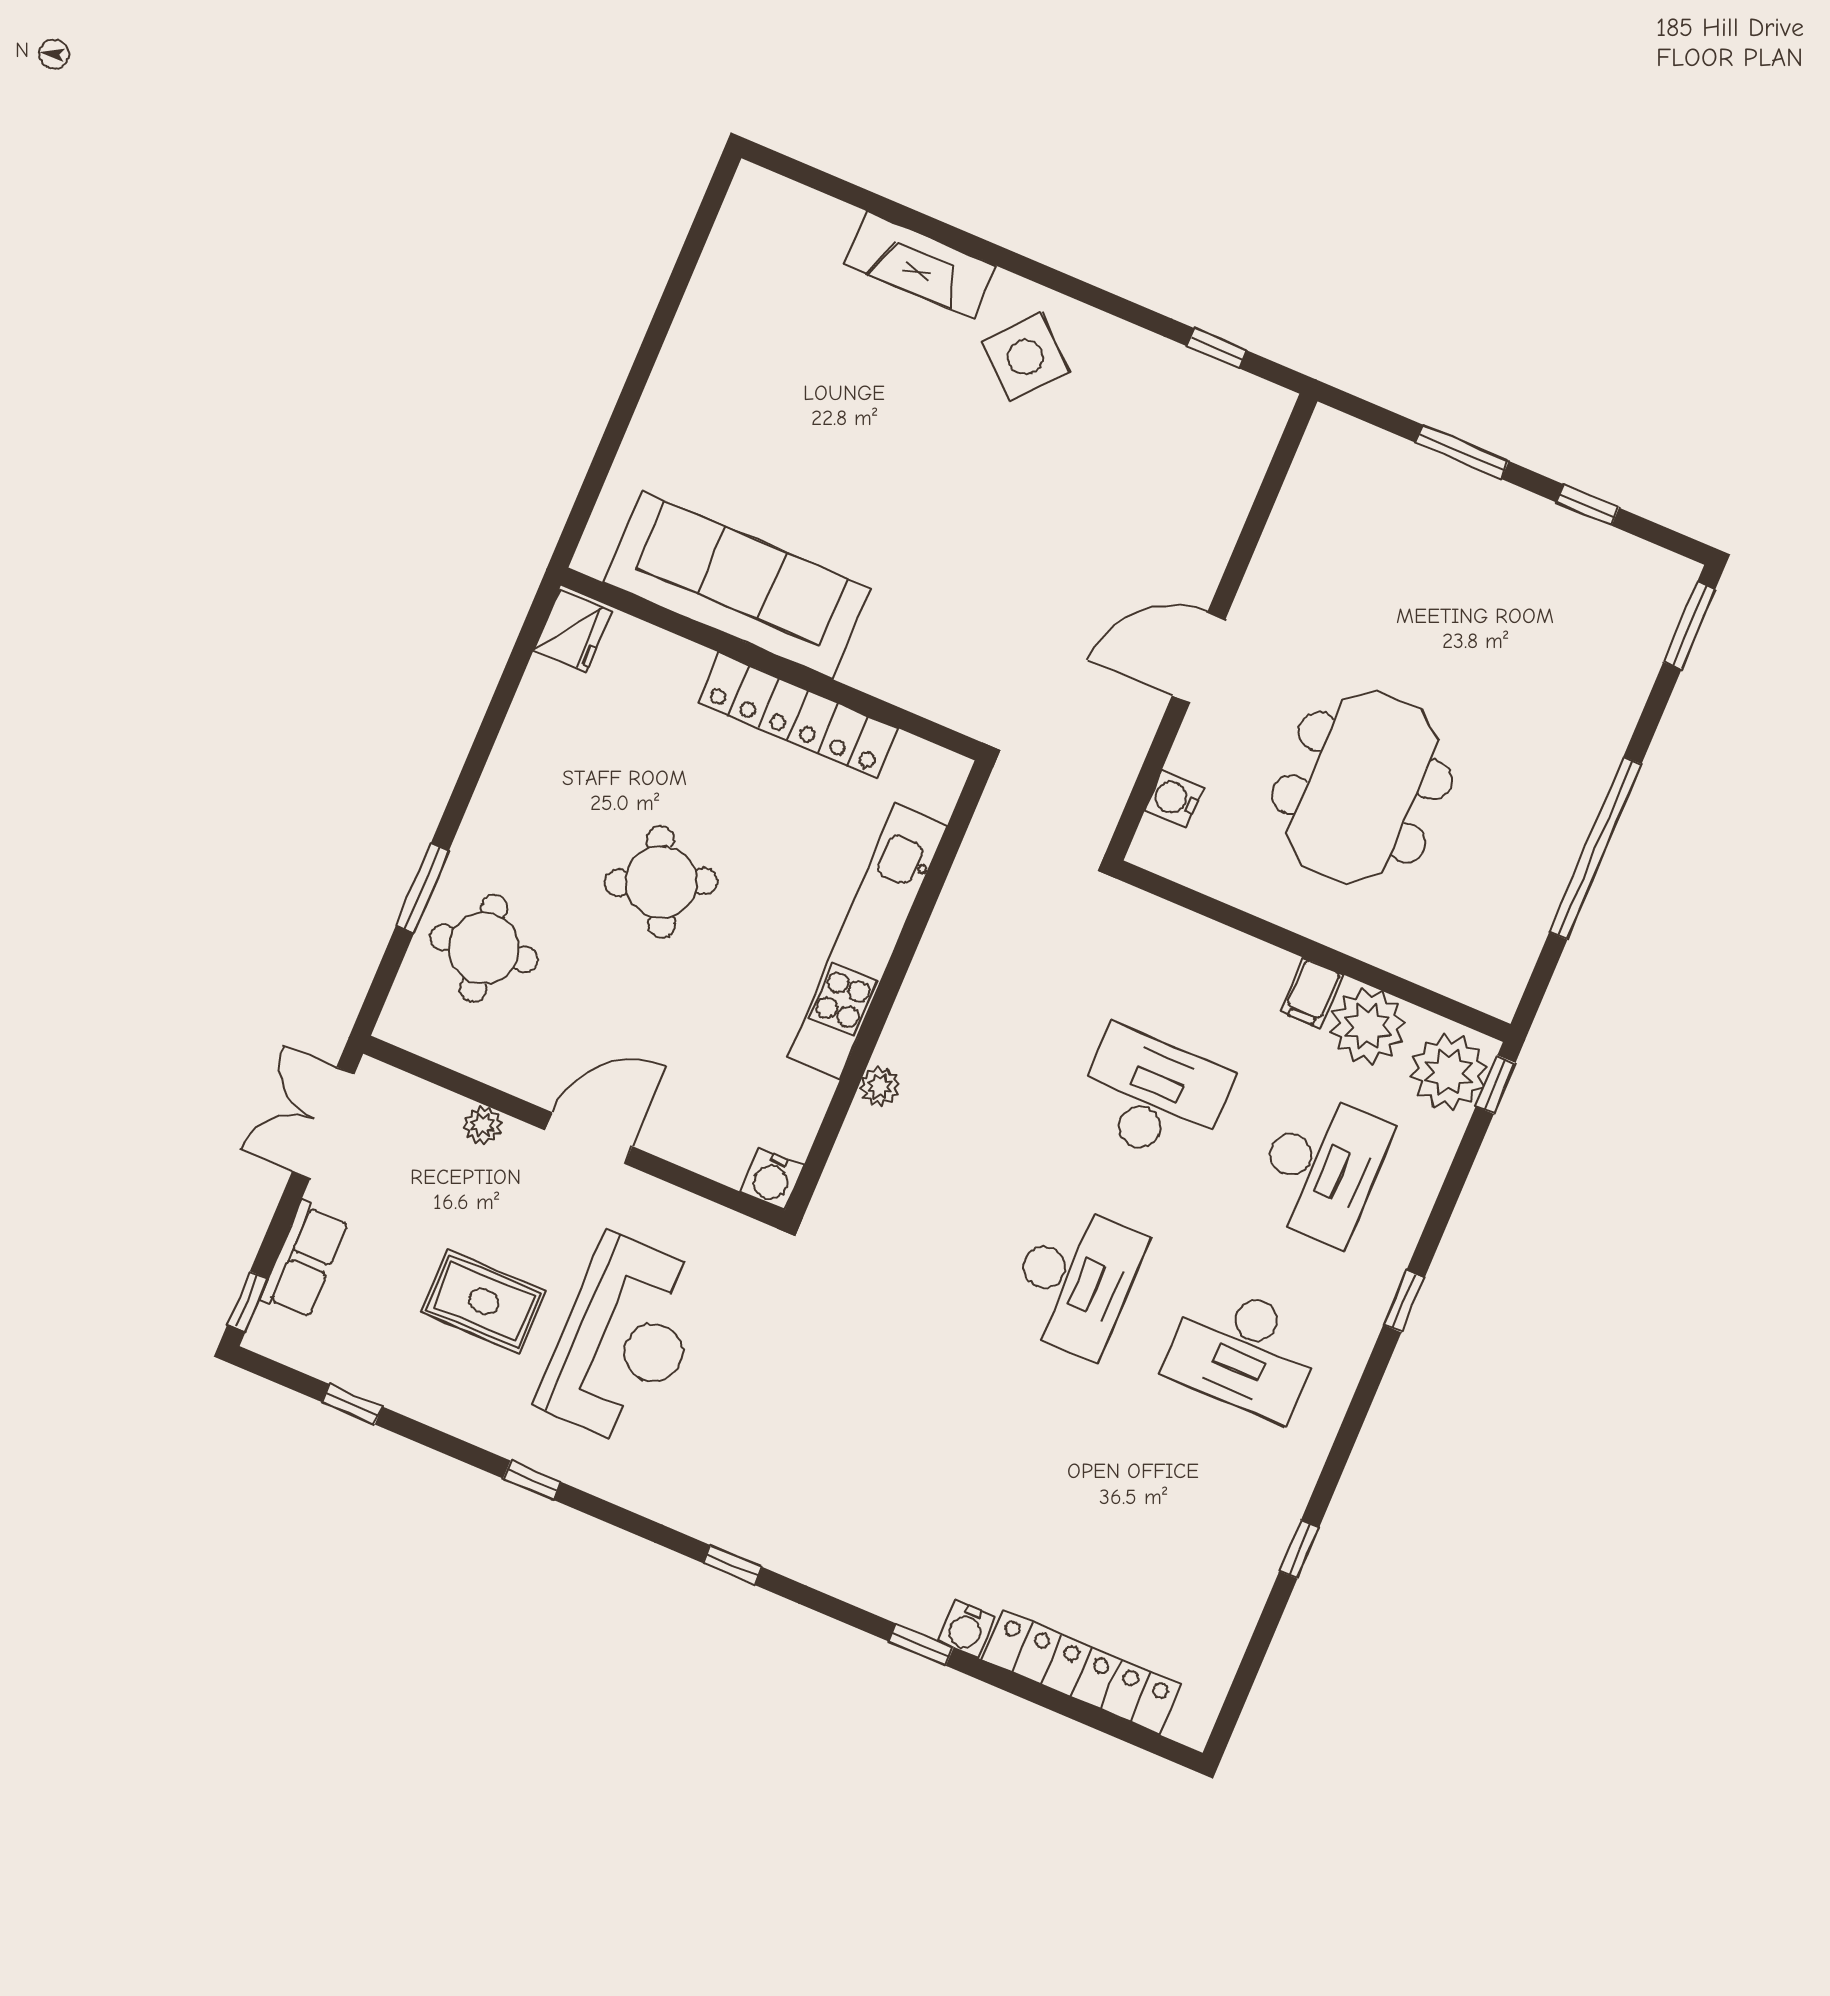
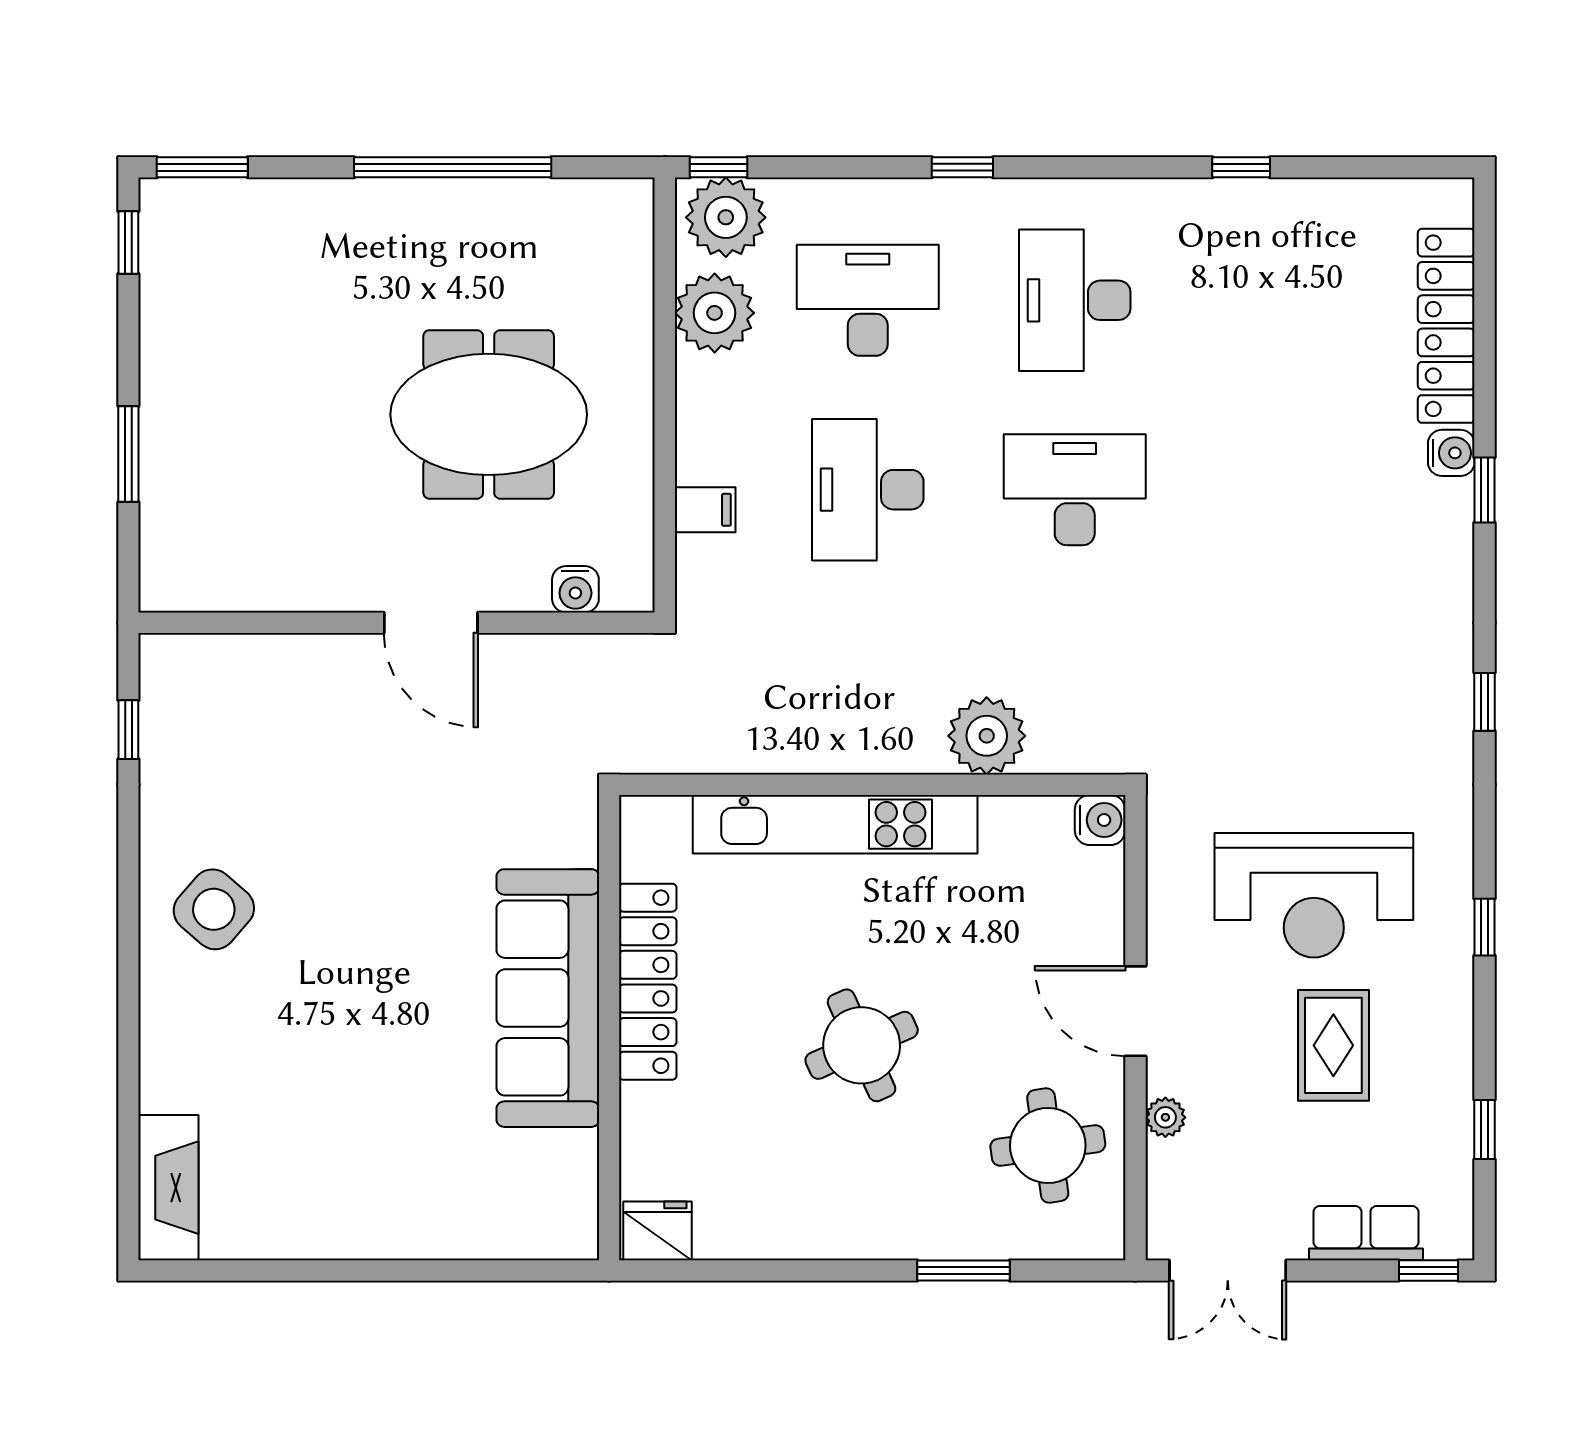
fireplace: (920, 265) -> (168, 1188), moved
window: (1588, 505) -> (128, 243), moved
sofa: (737, 585) -> (548, 998), moved
round table: (484, 948) -> (1048, 1145), moved
filing cabinet: (1312, 993) -> (705, 510), moved
plant: (880, 1087) -> (987, 736), width x1.88, depth x1.88
reception desk: (625, 1340) -> (1314, 895), turned 180
desk: (1243, 1351) -> (1075, 300), turned 180

